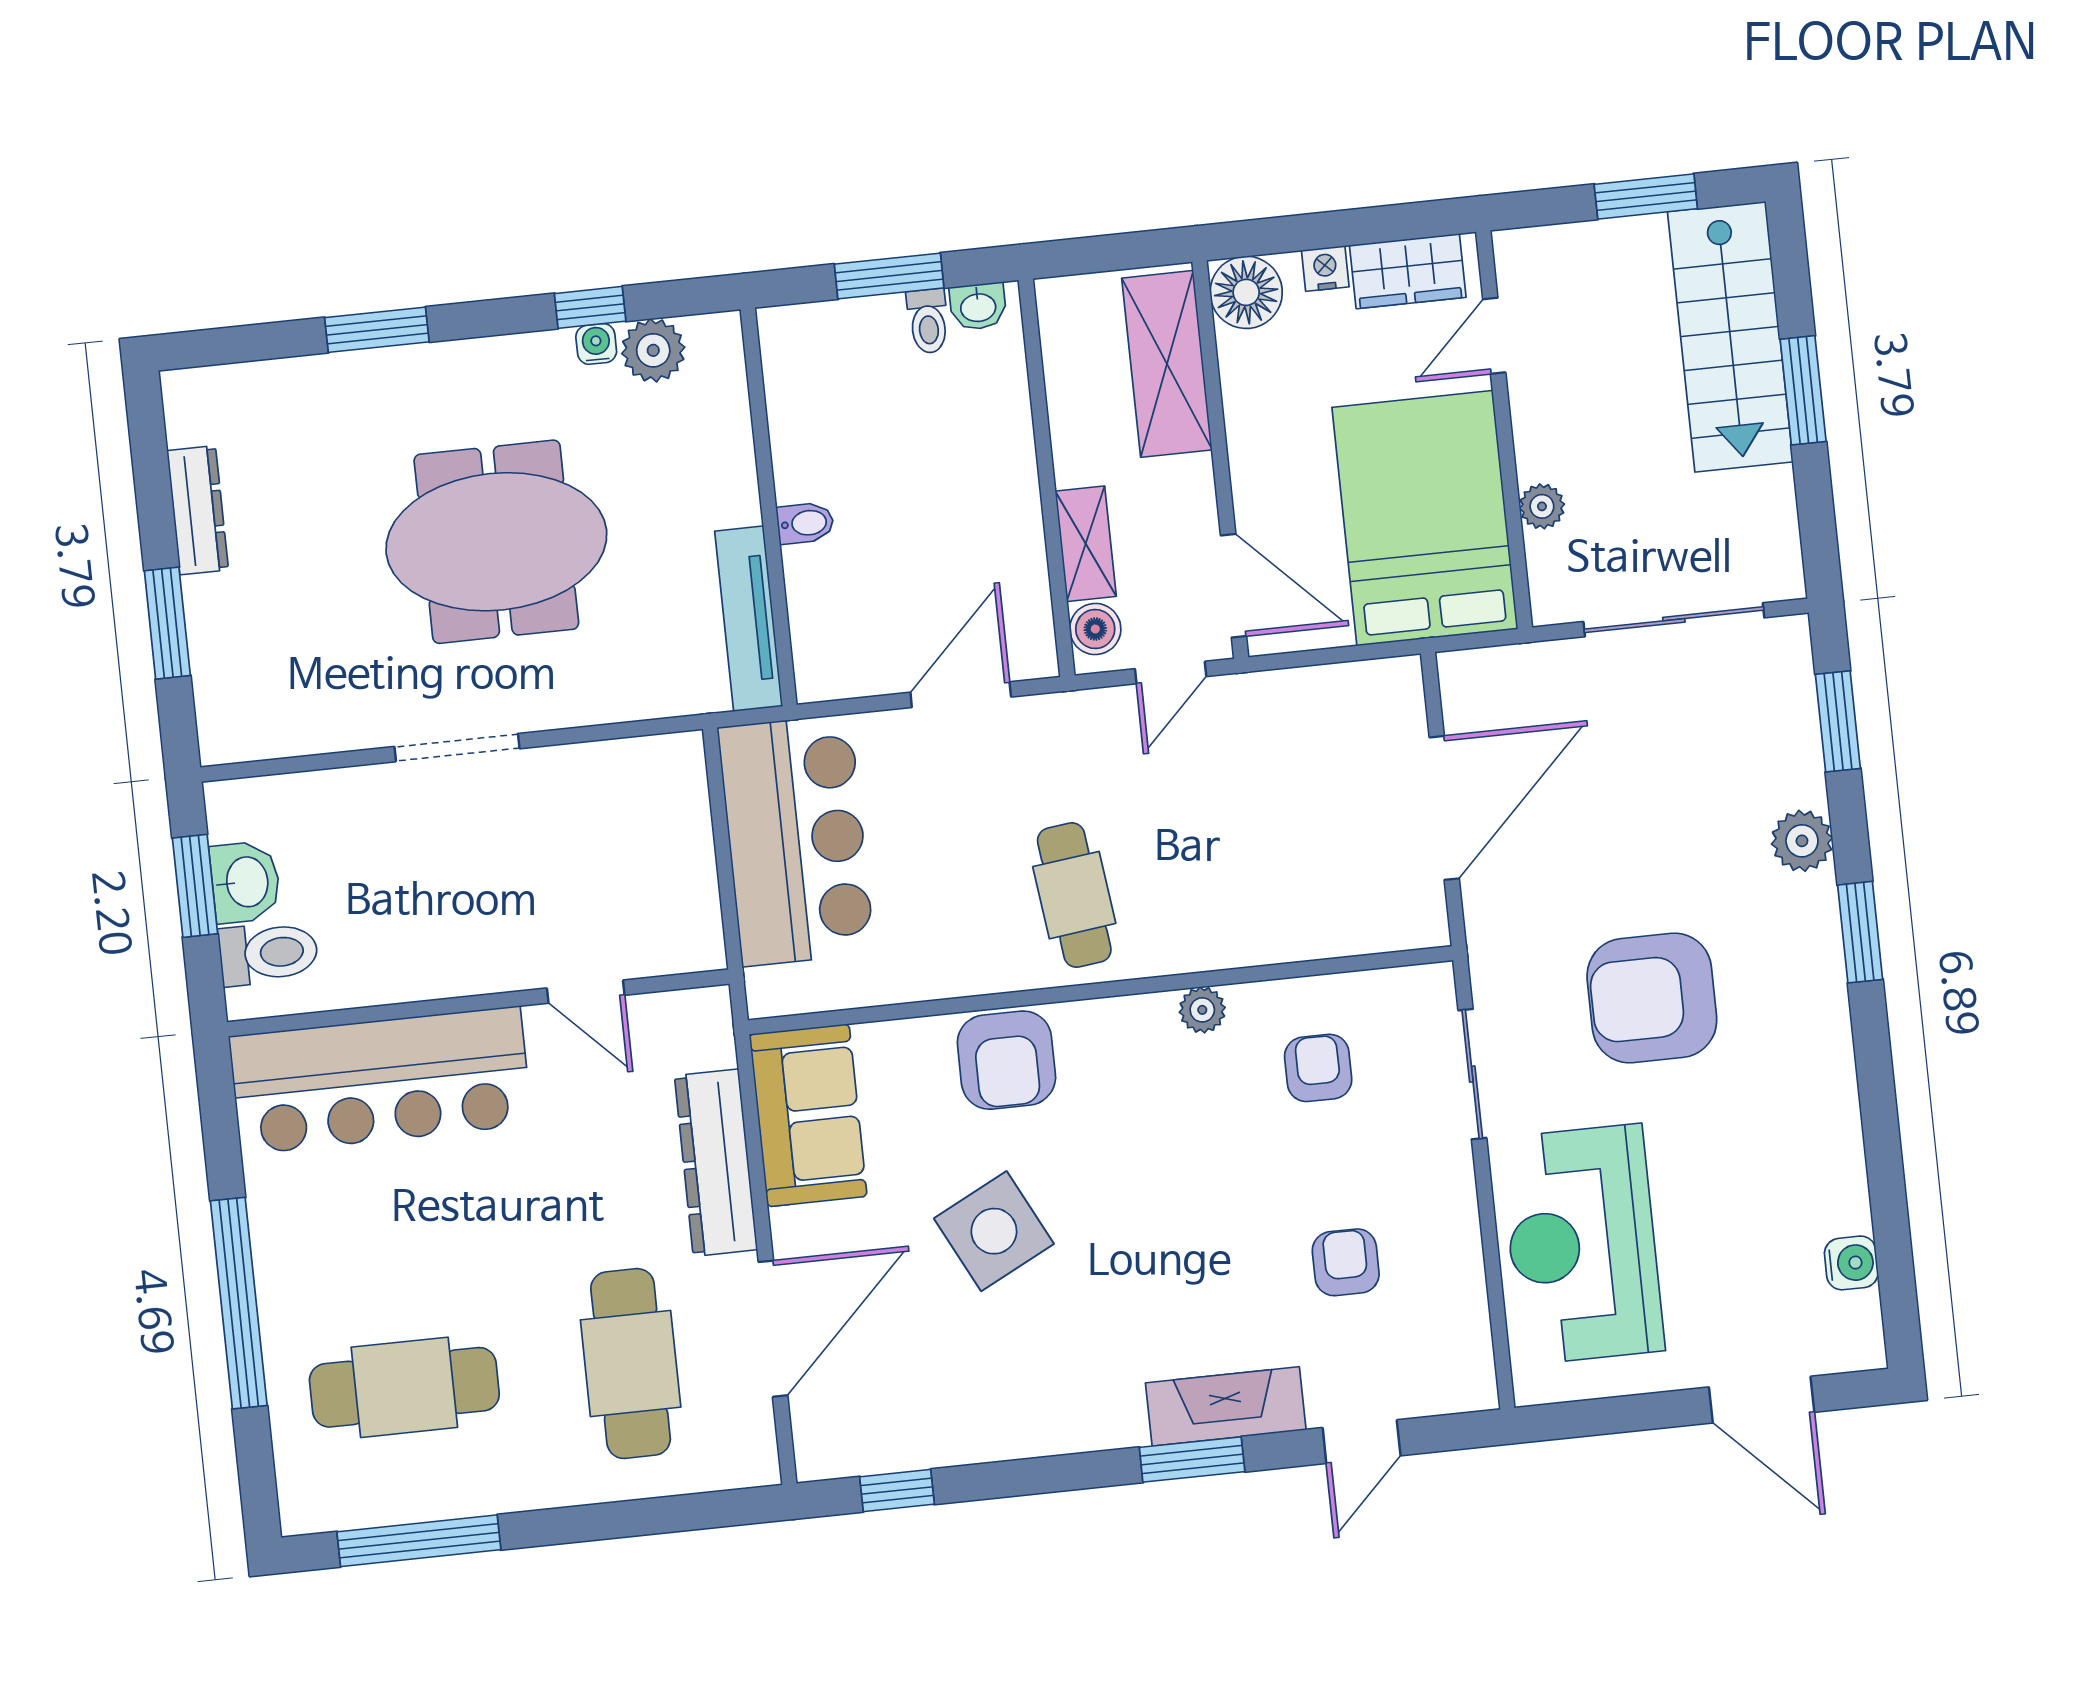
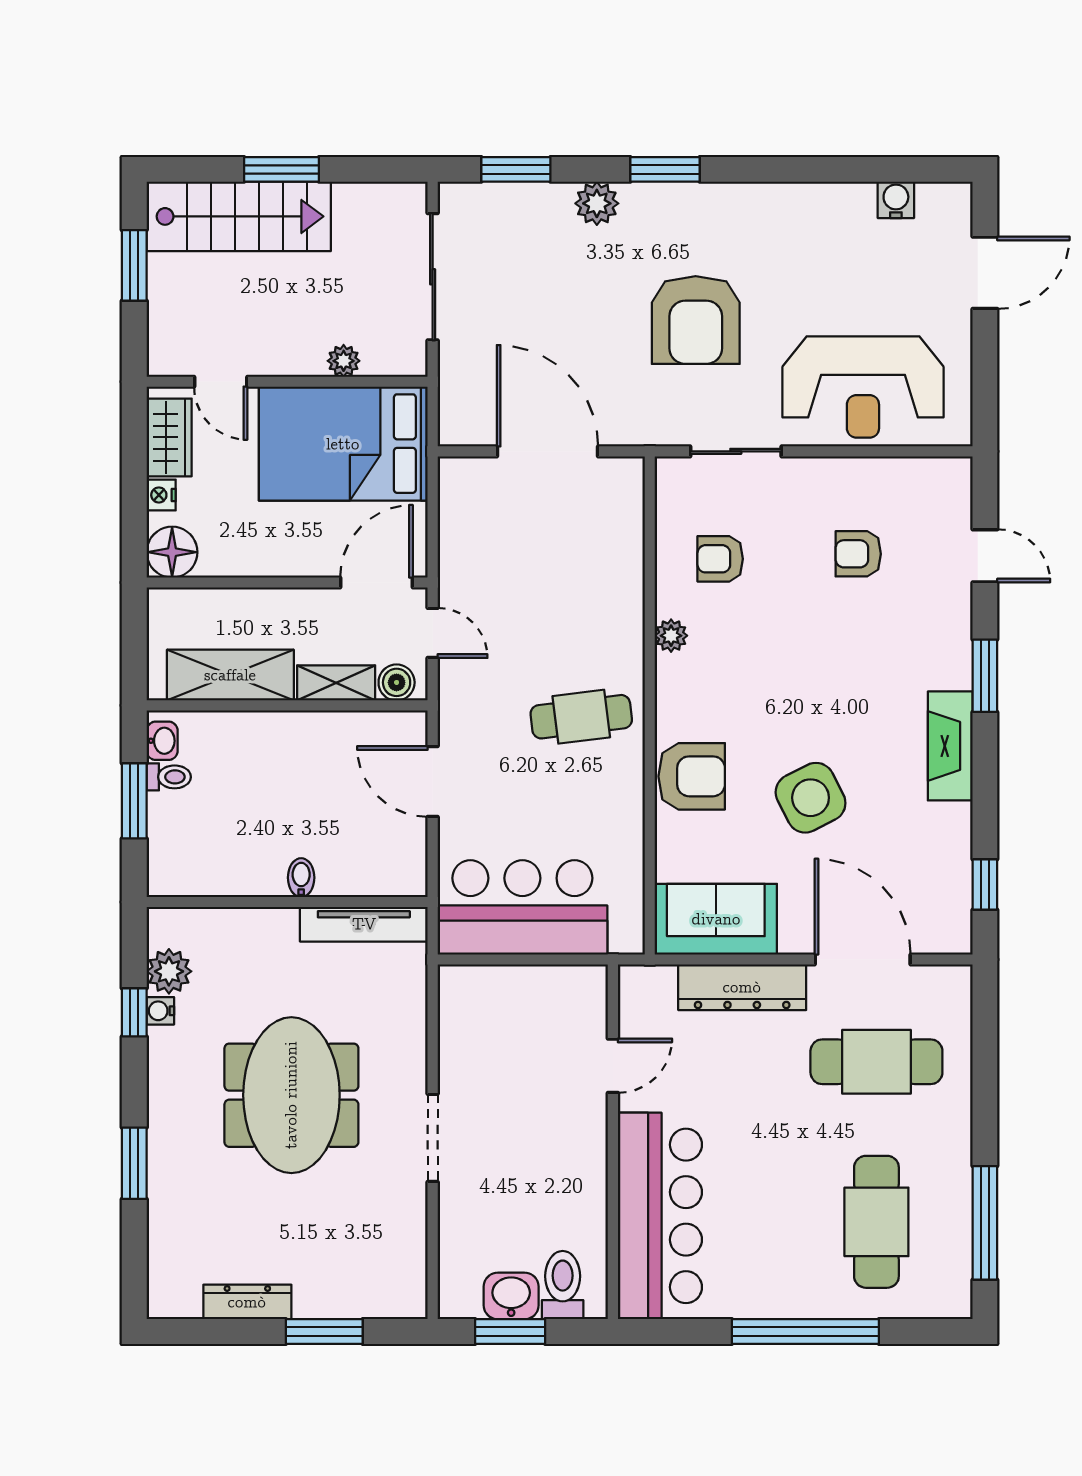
shelving: (1167, 364) -> (230, 675), moved
fireplace: (1226, 1406) -> (950, 746), moved

